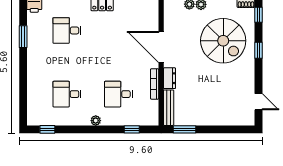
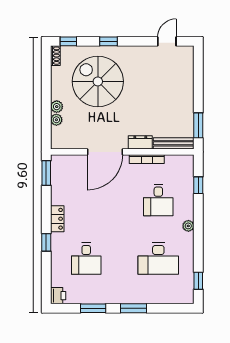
spiral stairs: (223, 41) -> (98, 81), turned -90
window: (23, 72) -> (134, 308), added
desk: (67, 94) -> (158, 259), width x1.37

